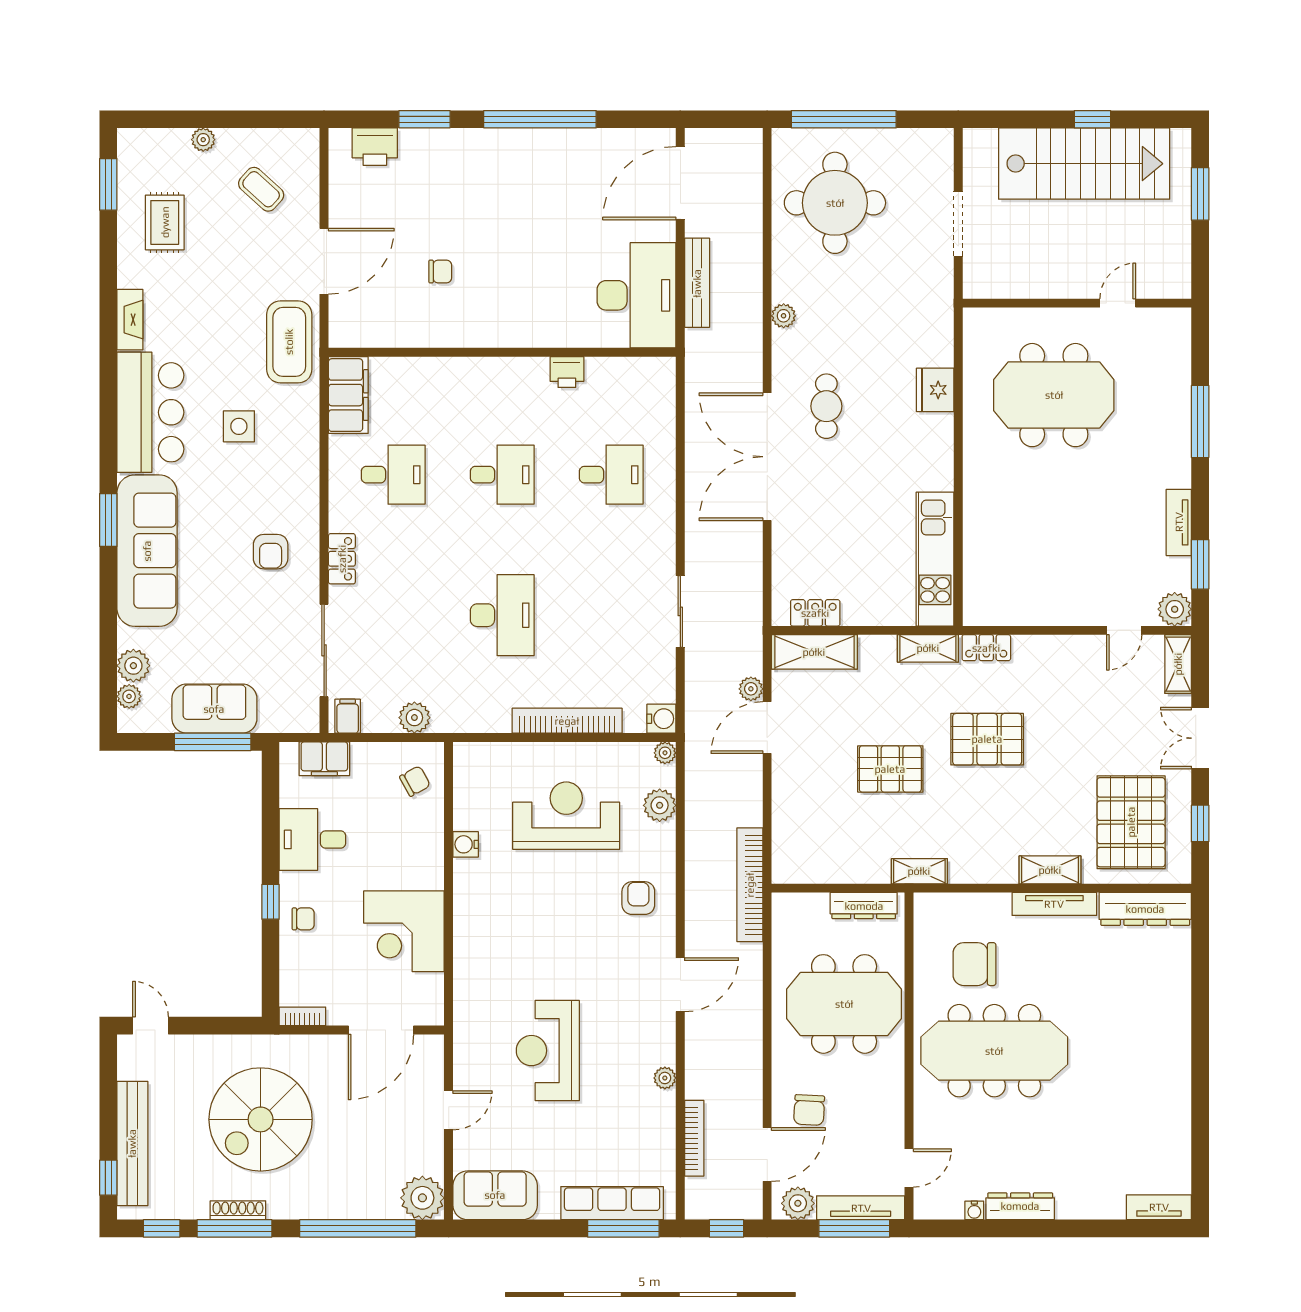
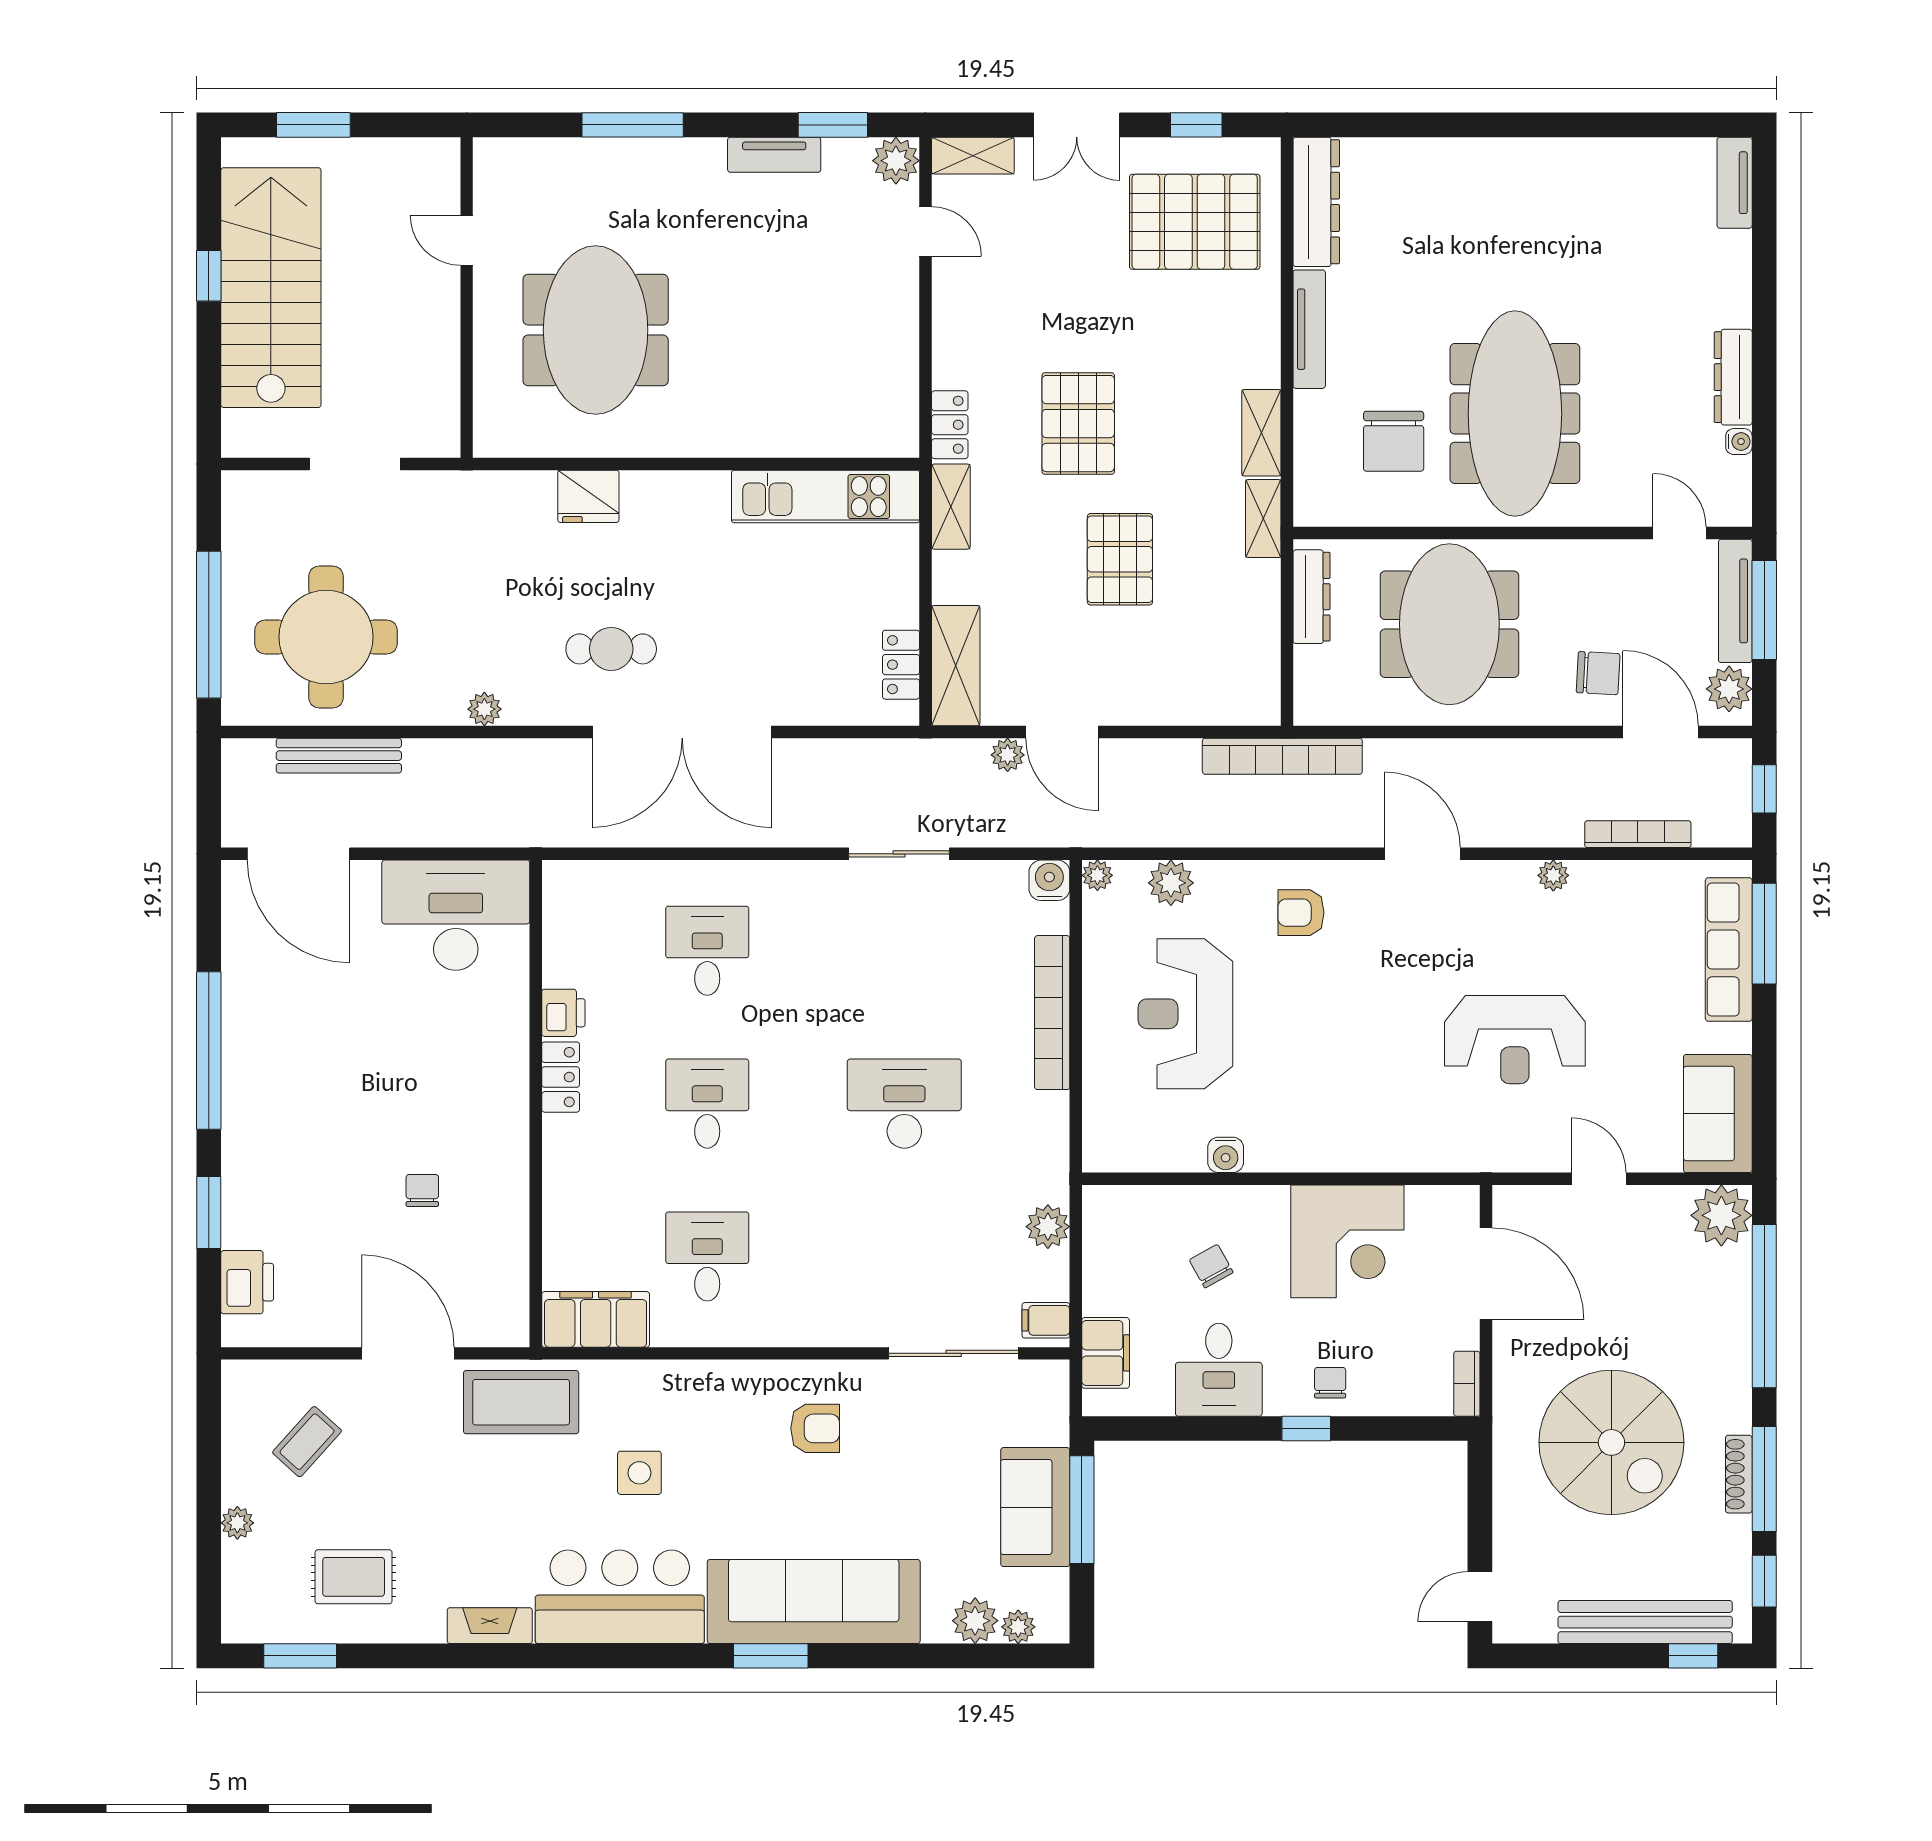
bench: (697, 283) -> (339, 756), moved
locker: (342, 559) -> (561, 1077), moved, turned 90
chair: (415, 781) -> (1211, 1266), moved
shelving: (1050, 870) -> (1261, 433), moved

